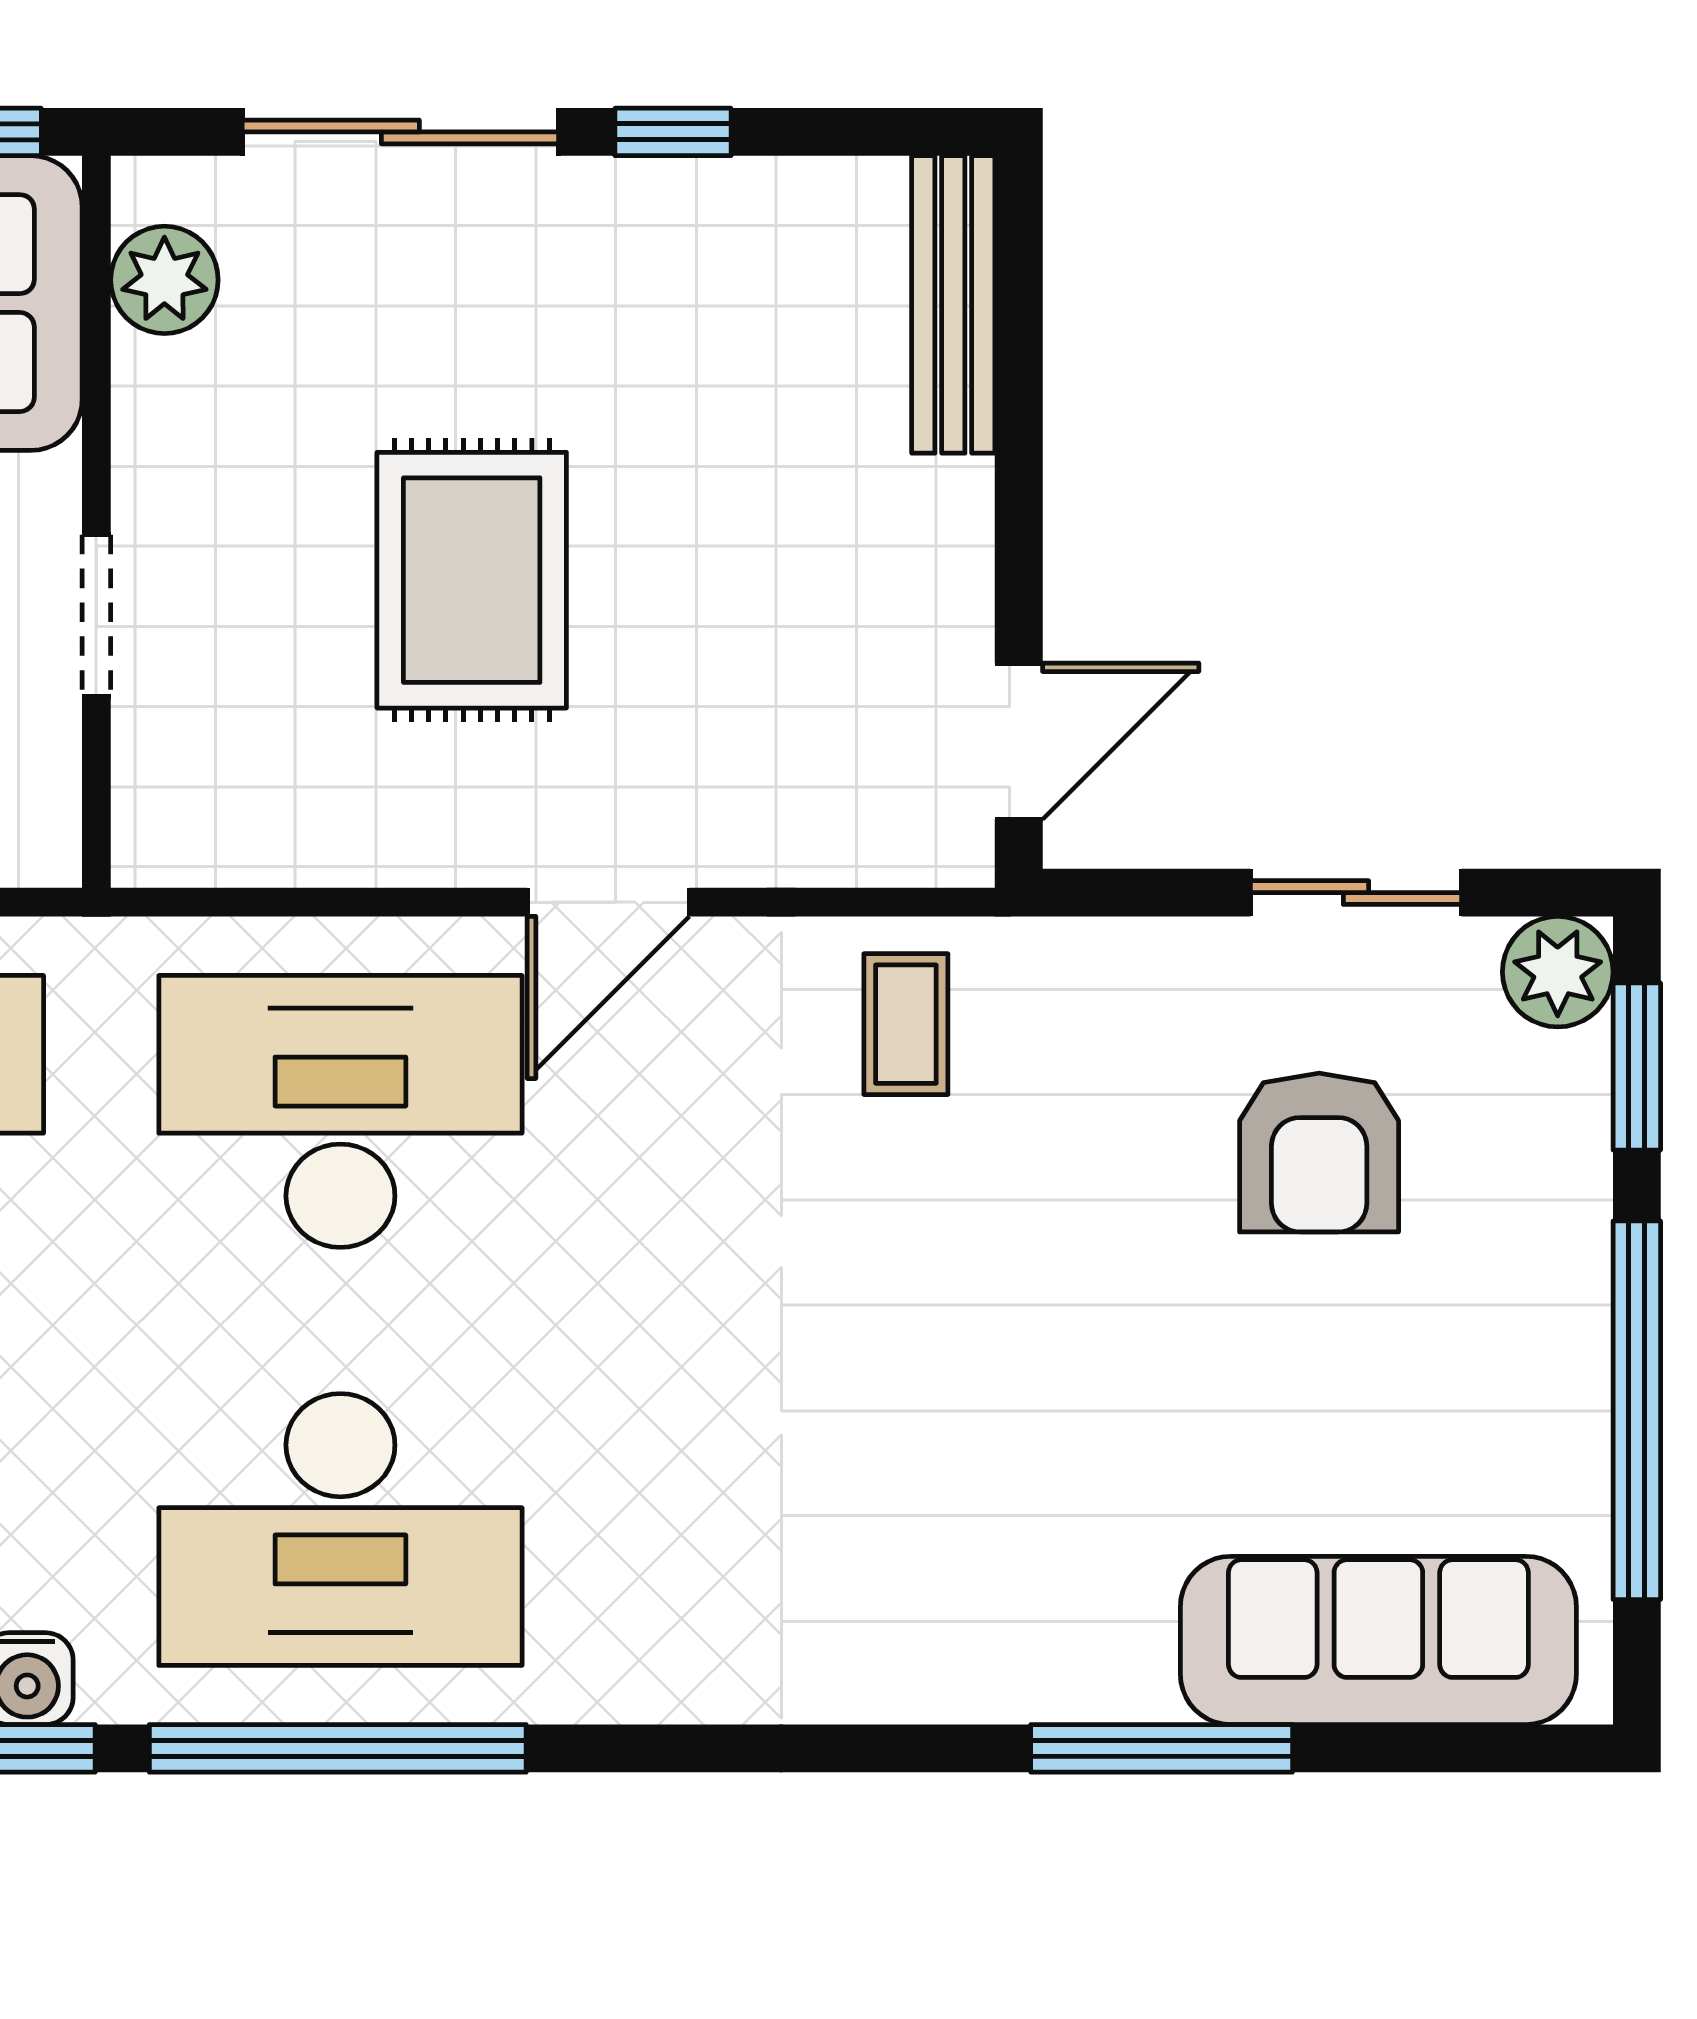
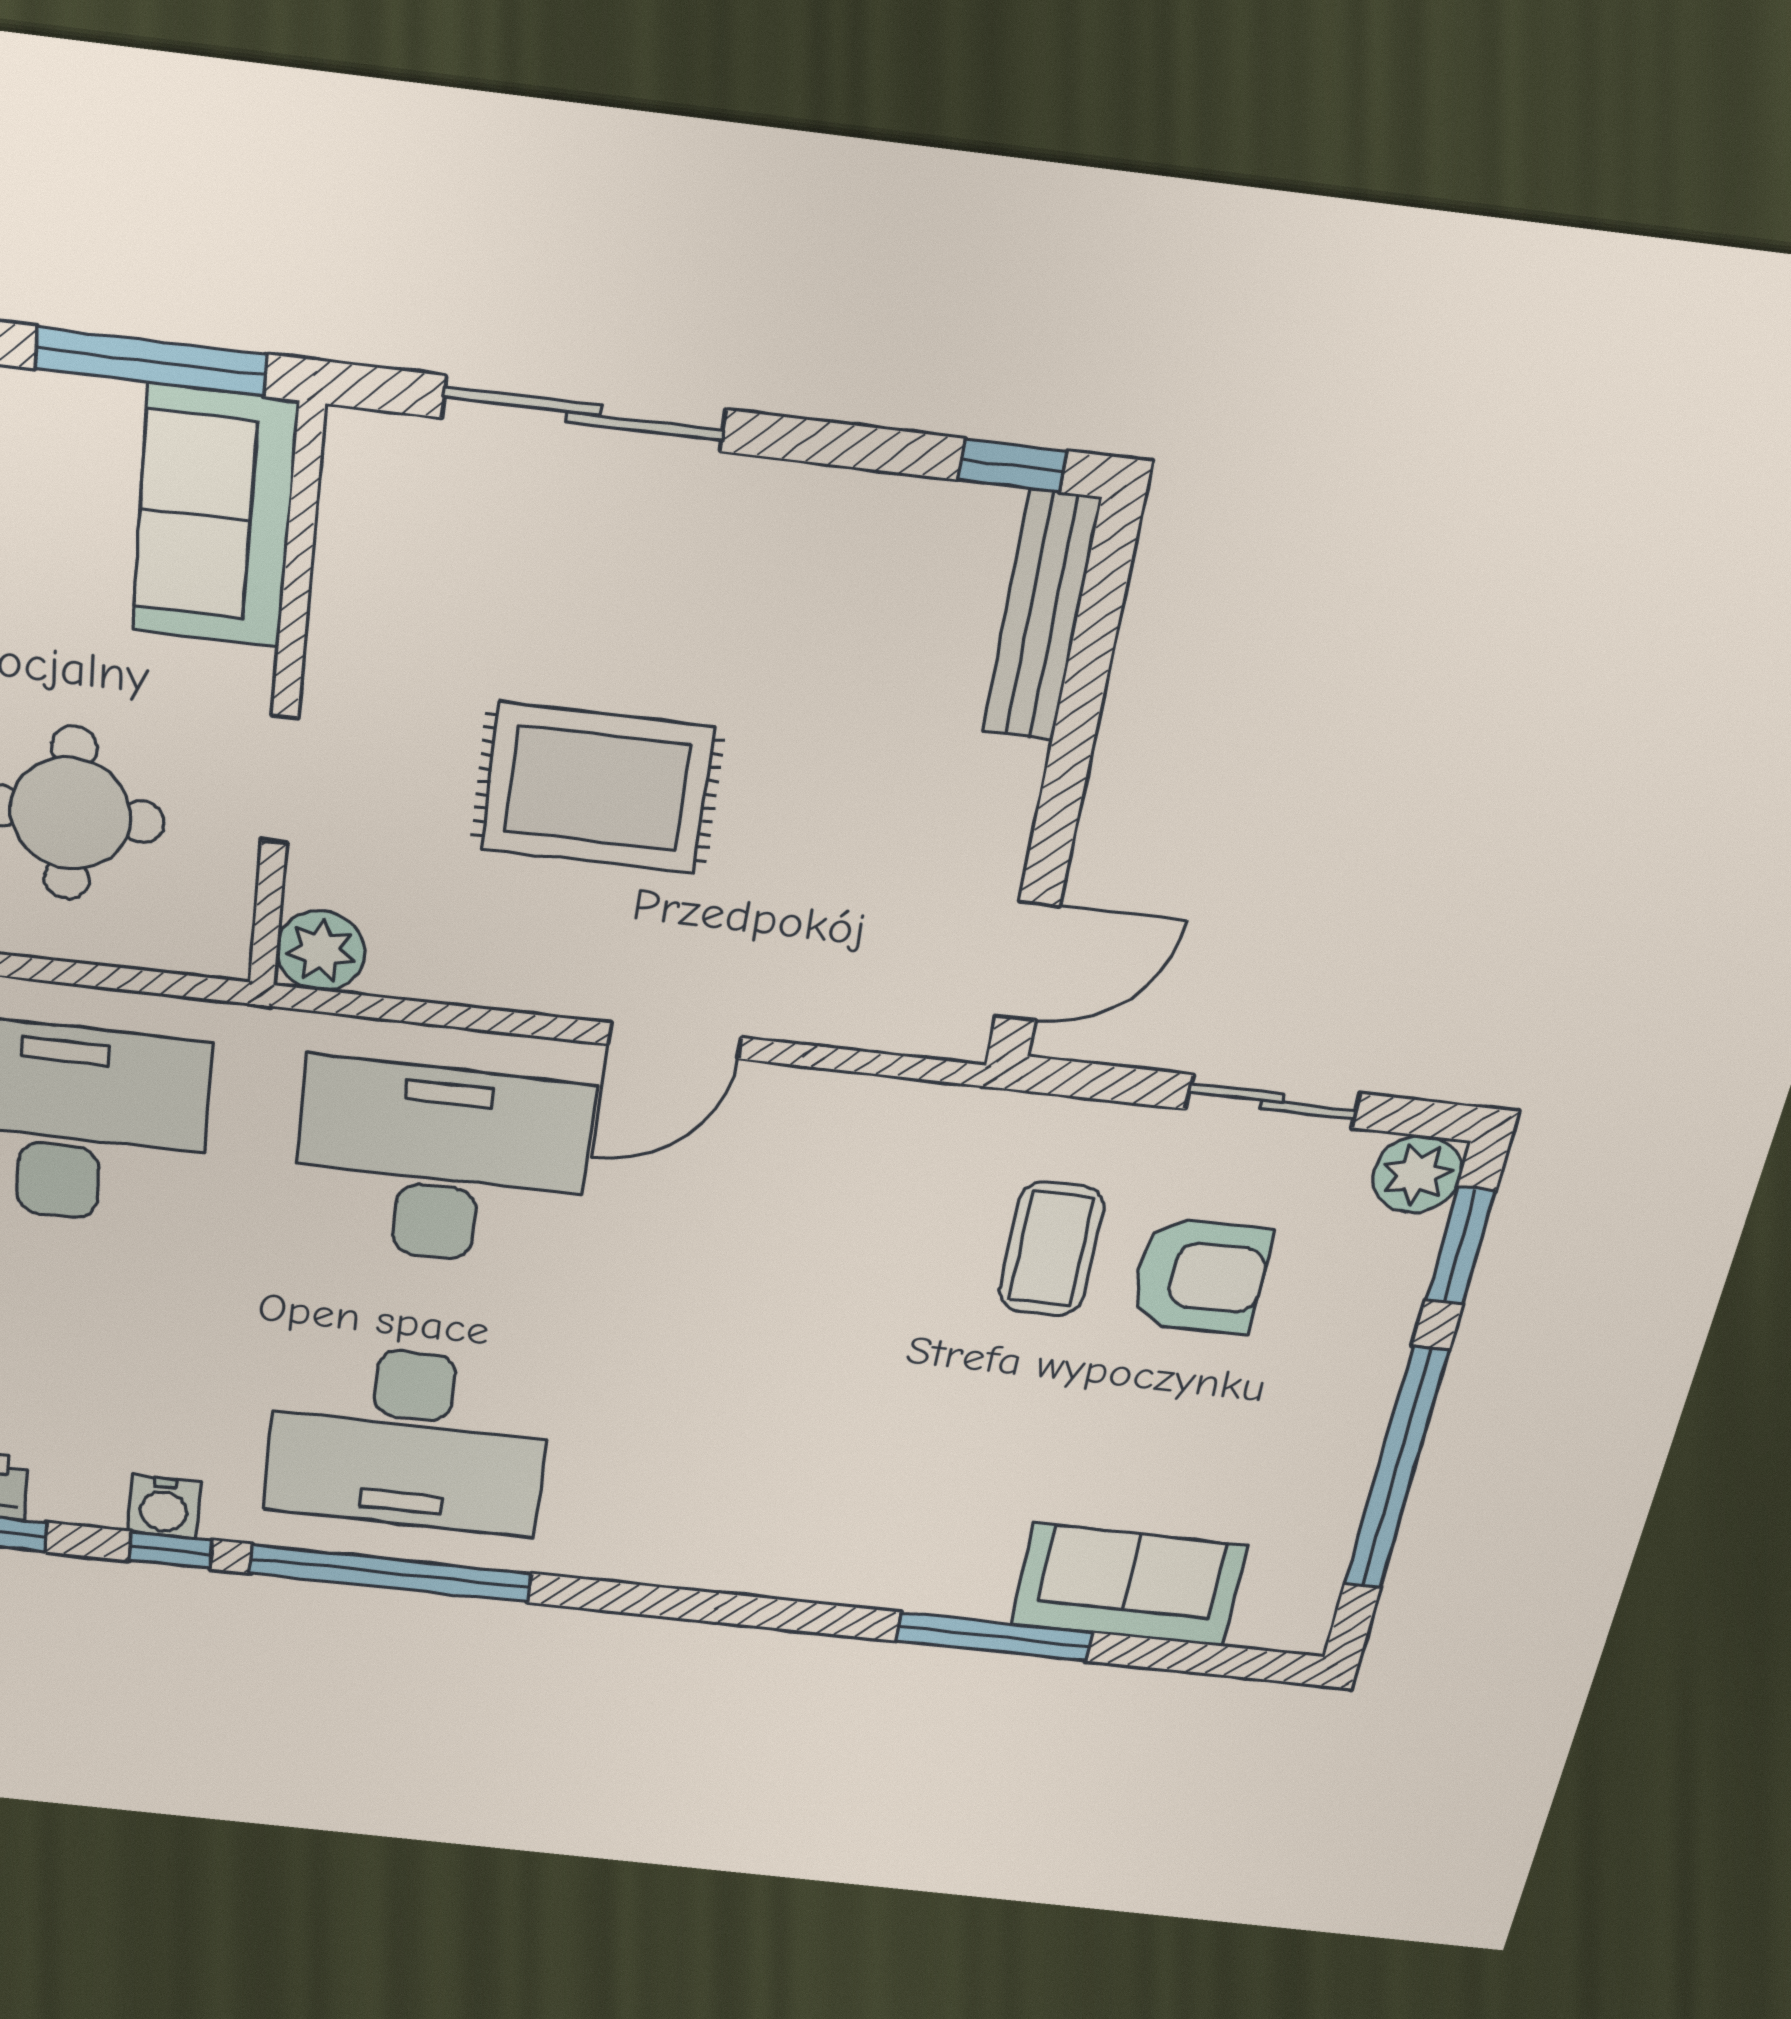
window: (673, 132) -> (1012, 465), moved
plant: (164, 280) -> (321, 951), moved
rug: (472, 580) -> (597, 788), turned 90
coffee table: (906, 1024) -> (1051, 1249), moved, width x1.36, depth x1.30
armchair: (1319, 1152) -> (1200, 1276), turned -90
sofa: (1378, 1640) -> (1129, 1585), width x0.73

